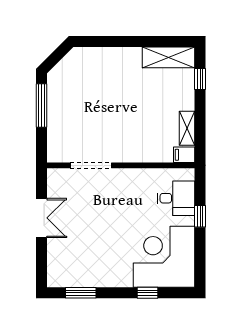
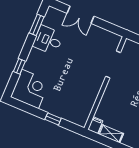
desk: (176, 198) -> (48, 40), moved, turned 90
double door: (41, 218) -> (81, 15), moved
corner desk: (164, 257) -> (30, 89), width x0.74, depth x0.74

